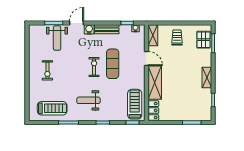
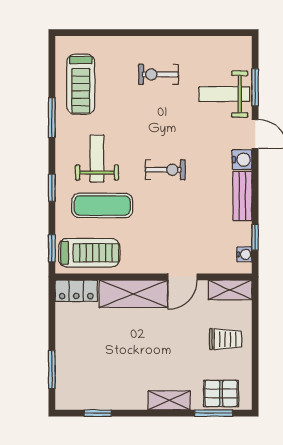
exercise mat: (113, 64) -> (102, 206), moved
shelving: (207, 78) -> (169, 400), moved

